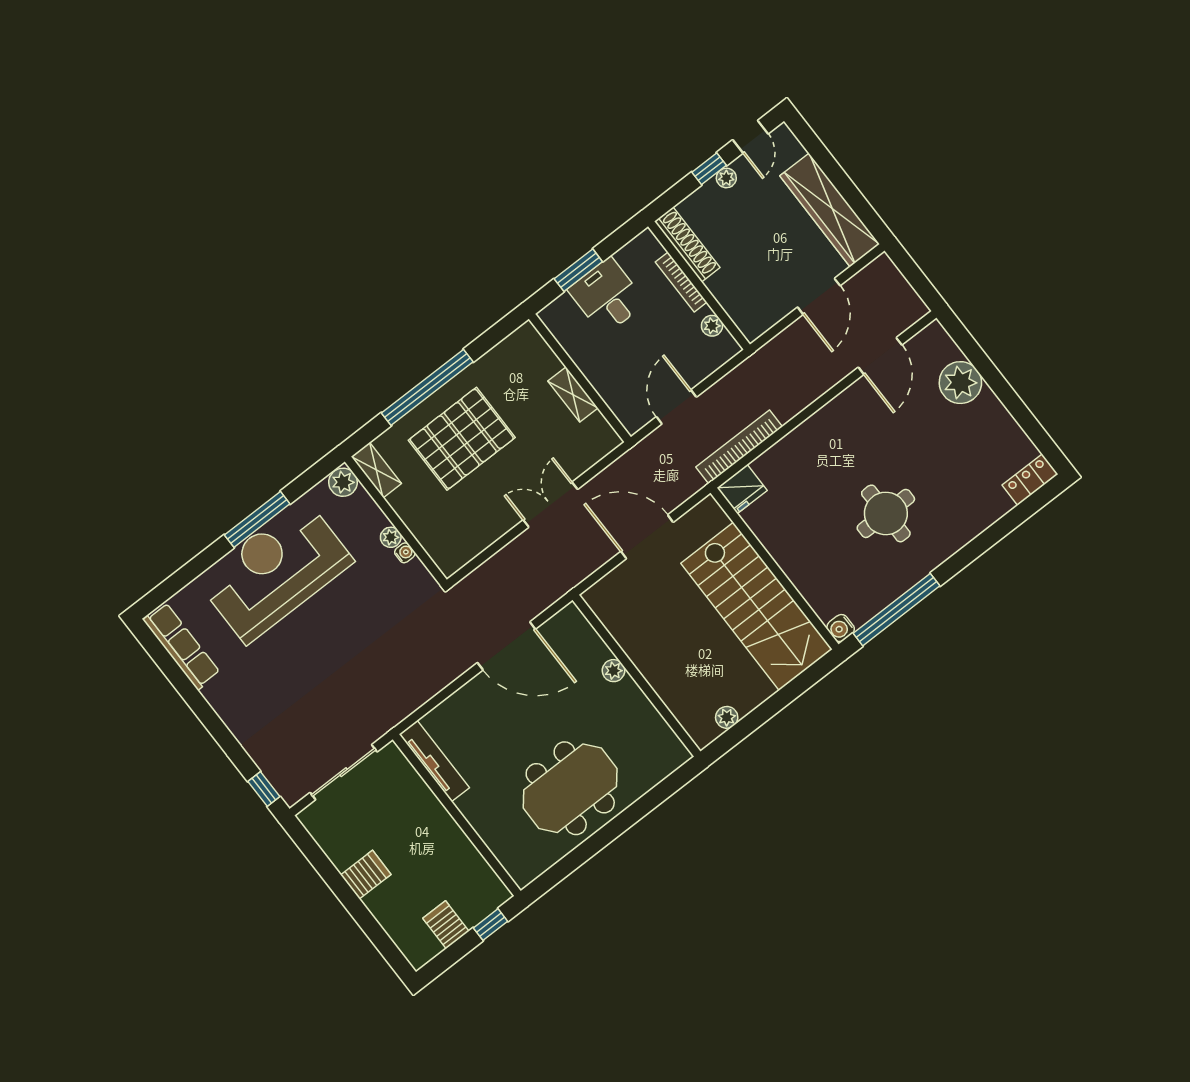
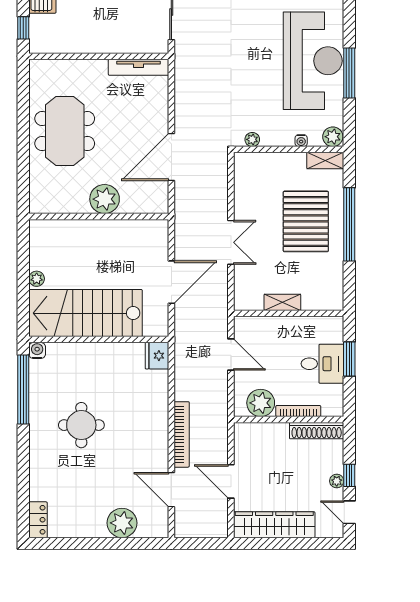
plant: (712, 326) -> (261, 403), width x1.88, depth x1.88
bookcase: (739, 447) -> (182, 434), moved
plant: (391, 537) -> (252, 139), moved
water cooler: (405, 553) -> (301, 141), moved
plant: (614, 671) -> (105, 199), width x1.87, depth x1.87
plant: (727, 717) -> (37, 279), moved

